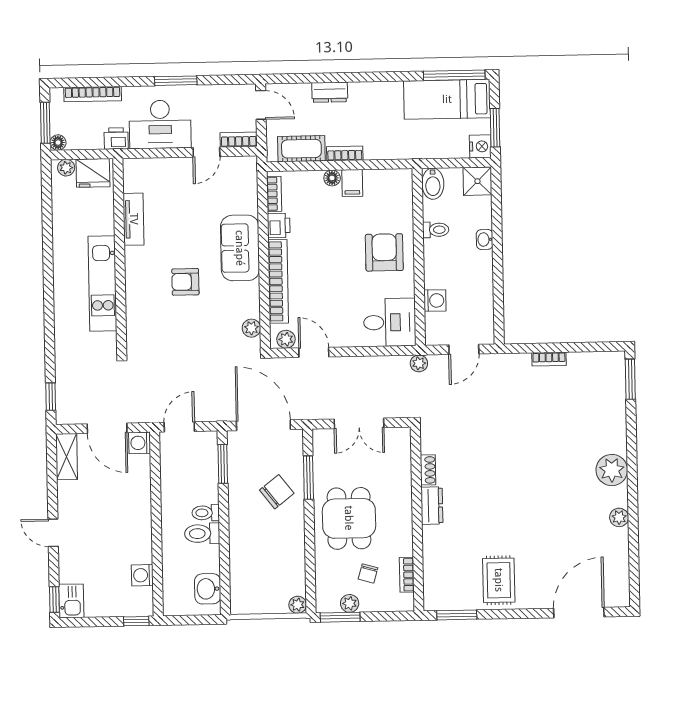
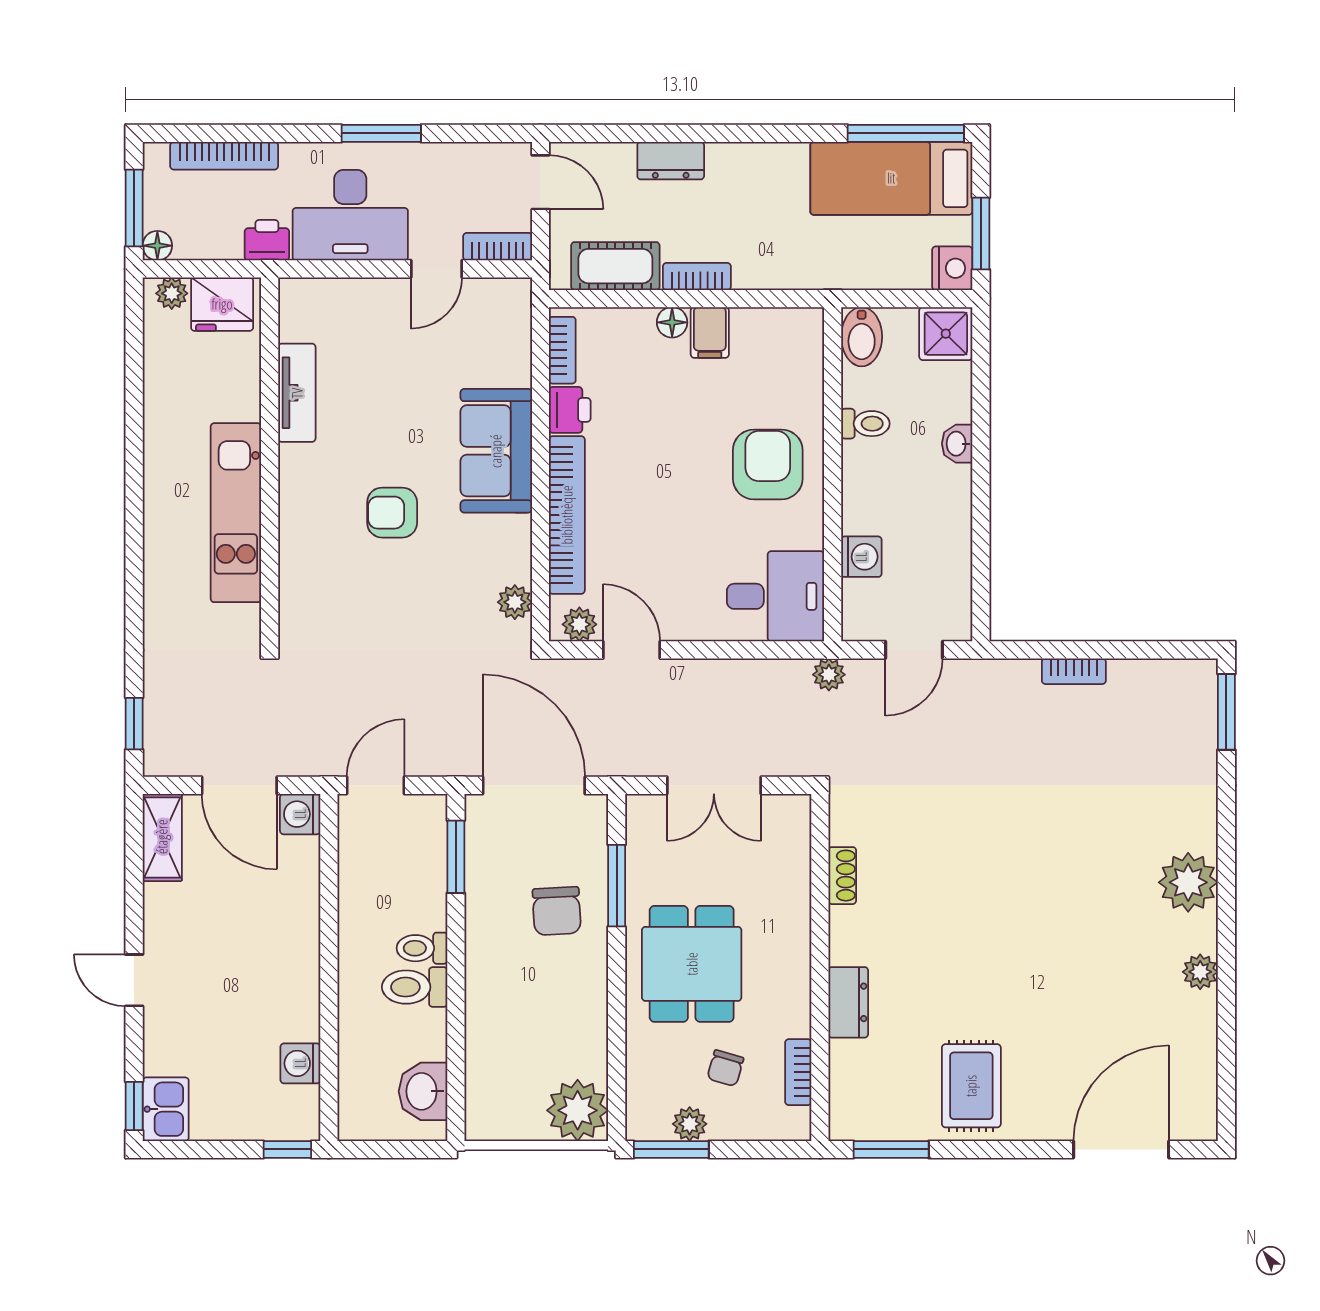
chair: (277, 492) -> (557, 911), turned 125
dresser: (432, 506) -> (848, 1002), moved
plant: (298, 605) -> (578, 1110), width x1.88, depth x1.88

